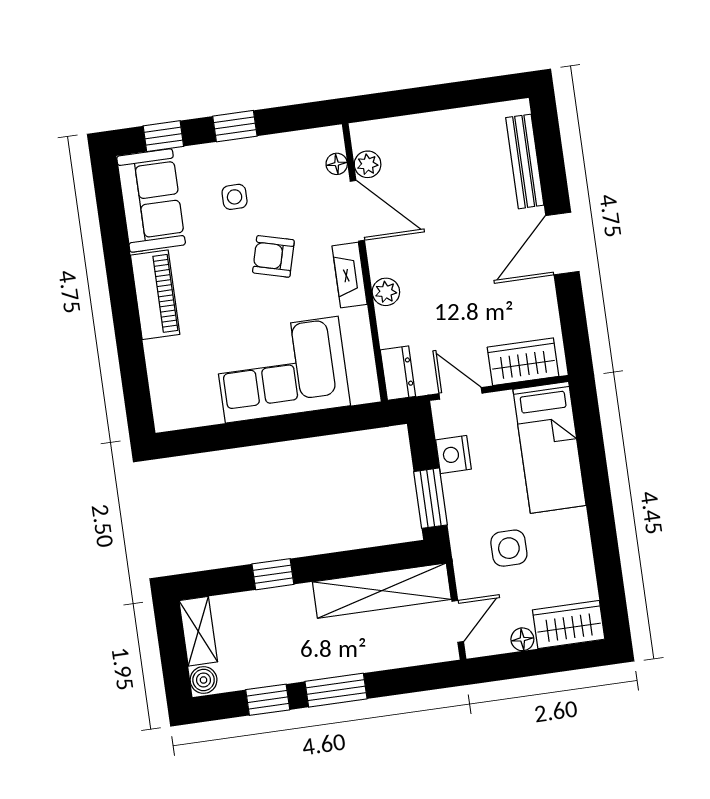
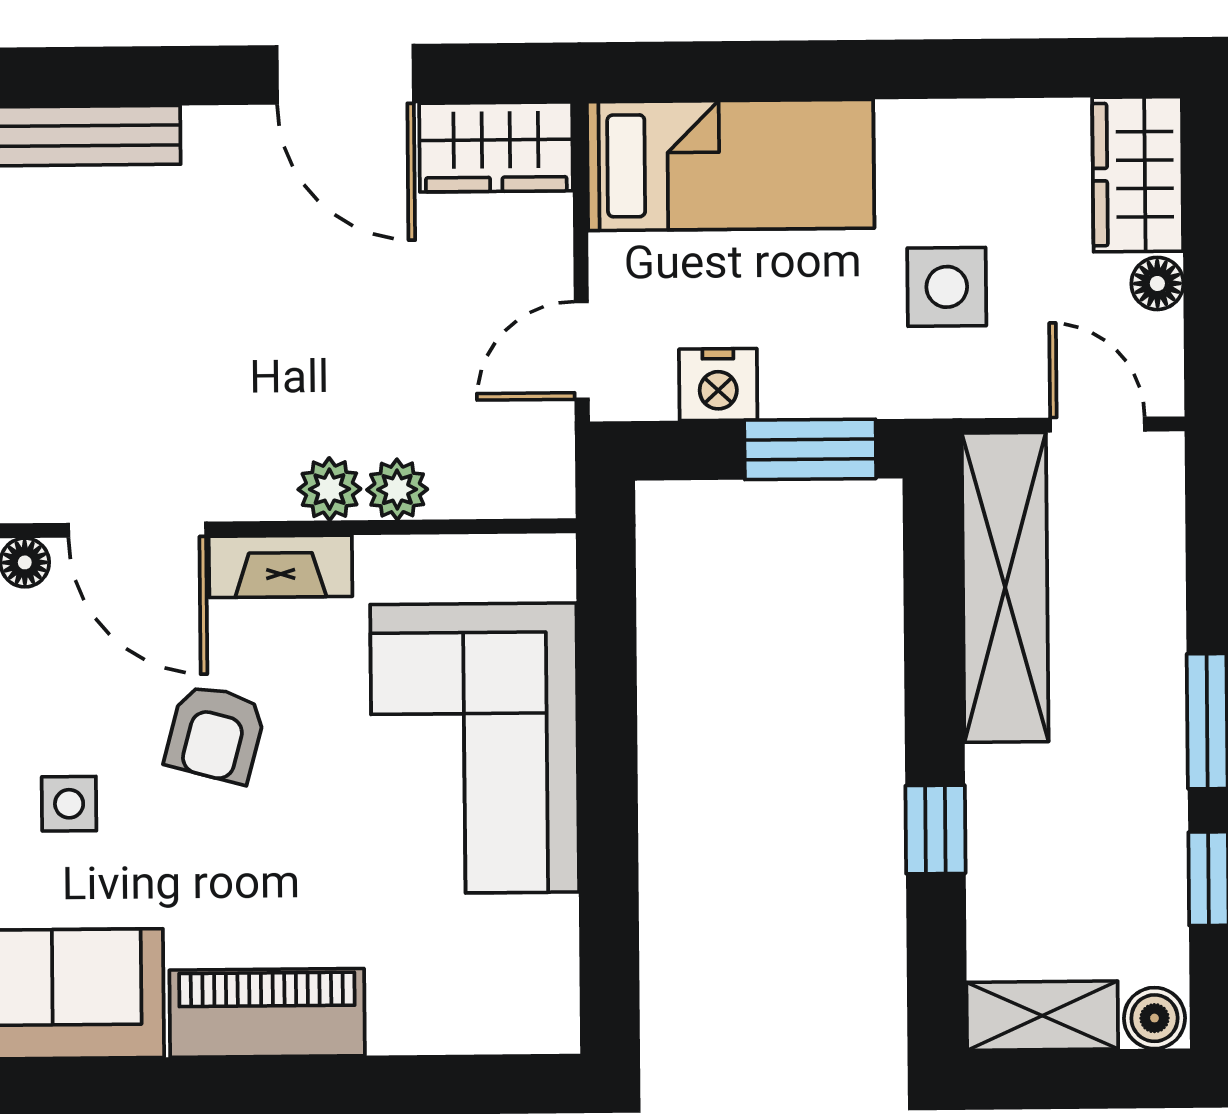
plant: (368, 164) -> (397, 489), moved
door: (357, 211) -> (137, 530), swing flipped
door: (562, 243) -> (345, 74), moved
wardrobe: (523, 362) -> (496, 147), moved, turned -90
dresser: (398, 373) -> (517, 486), removed

